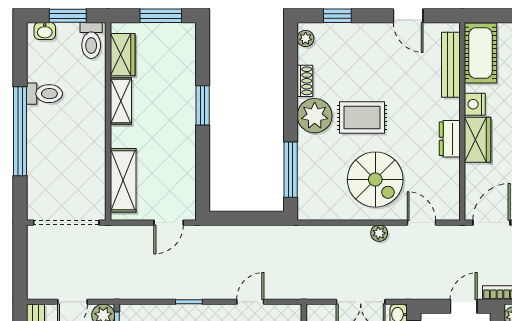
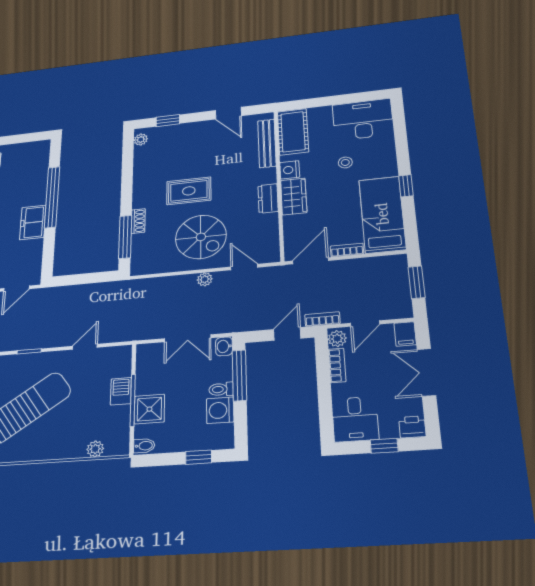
window: (161, 16) -> (23, 138), removed
shoe rack: (305, 81) -> (138, 221), moved
window: (203, 105) -> (52, 197), width x2.11
plant: (315, 116) -> (147, 194), removed
freezer: (182, 137) -> (33, 222), added

